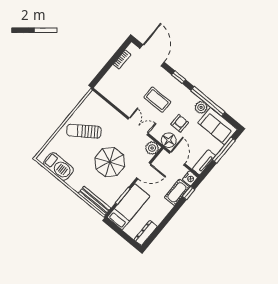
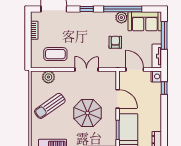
coffee table: (157, 100) -> (55, 54), moved
floor lamp: (169, 140) -> (118, 61), removed
plant: (152, 148) -> (48, 77), moved
door: (144, 171) -> (118, 99), hinge flipped
cot: (177, 192) -> (155, 94), removed

